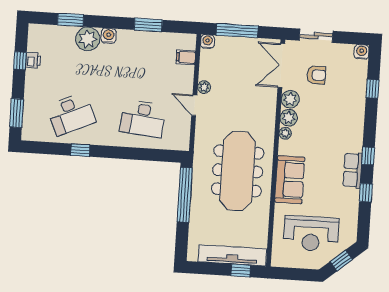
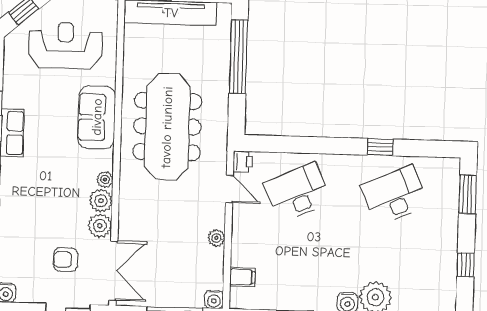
printer: (33, 60) -> (243, 162), moved, turned 180
door: (194, 105) -> (229, 189), moved
desk: (143, 119) -> (297, 192), turned -30
window: (185, 195) -> (238, 57), moved

